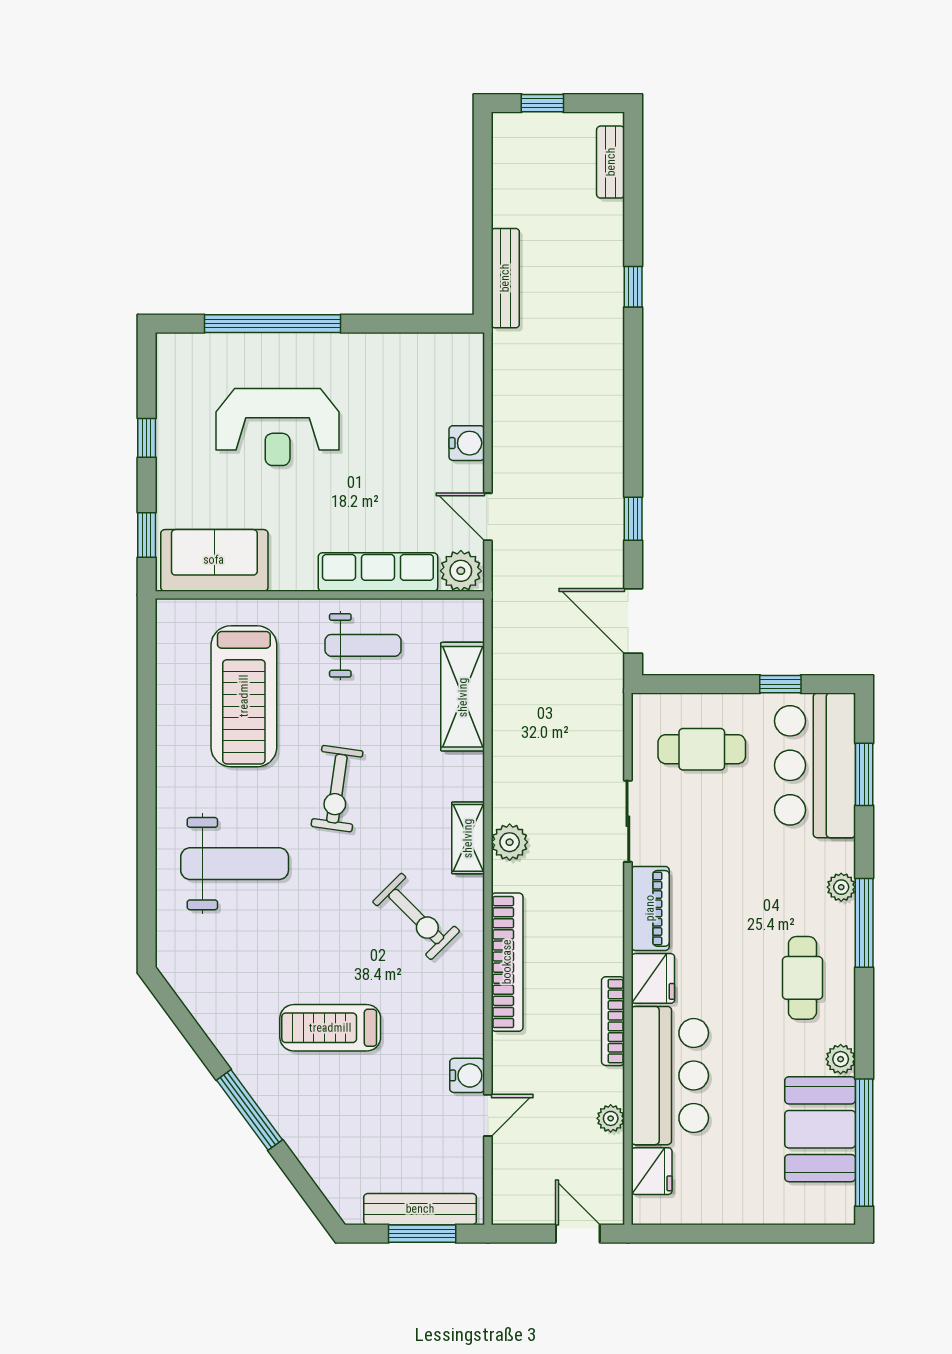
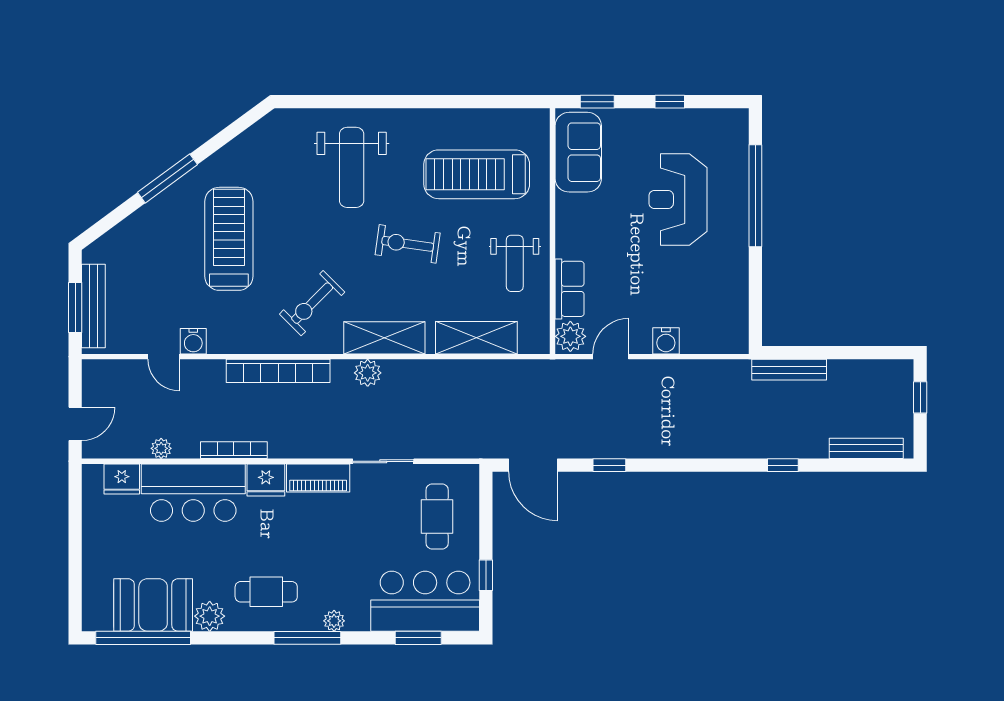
bench: (611, 162) -> (866, 448), width x1.36
row of seats: (378, 572) -> (570, 289), width x0.68
door: (633, 621) -> (533, 465), swing flipped
shelving: (468, 838) -> (384, 338), width x1.50, depth x1.33
treadmill: (330, 1028) -> (229, 239), width x1.37, depth x1.38
plant: (841, 1059) -> (210, 616), width x1.38, depth x1.38

